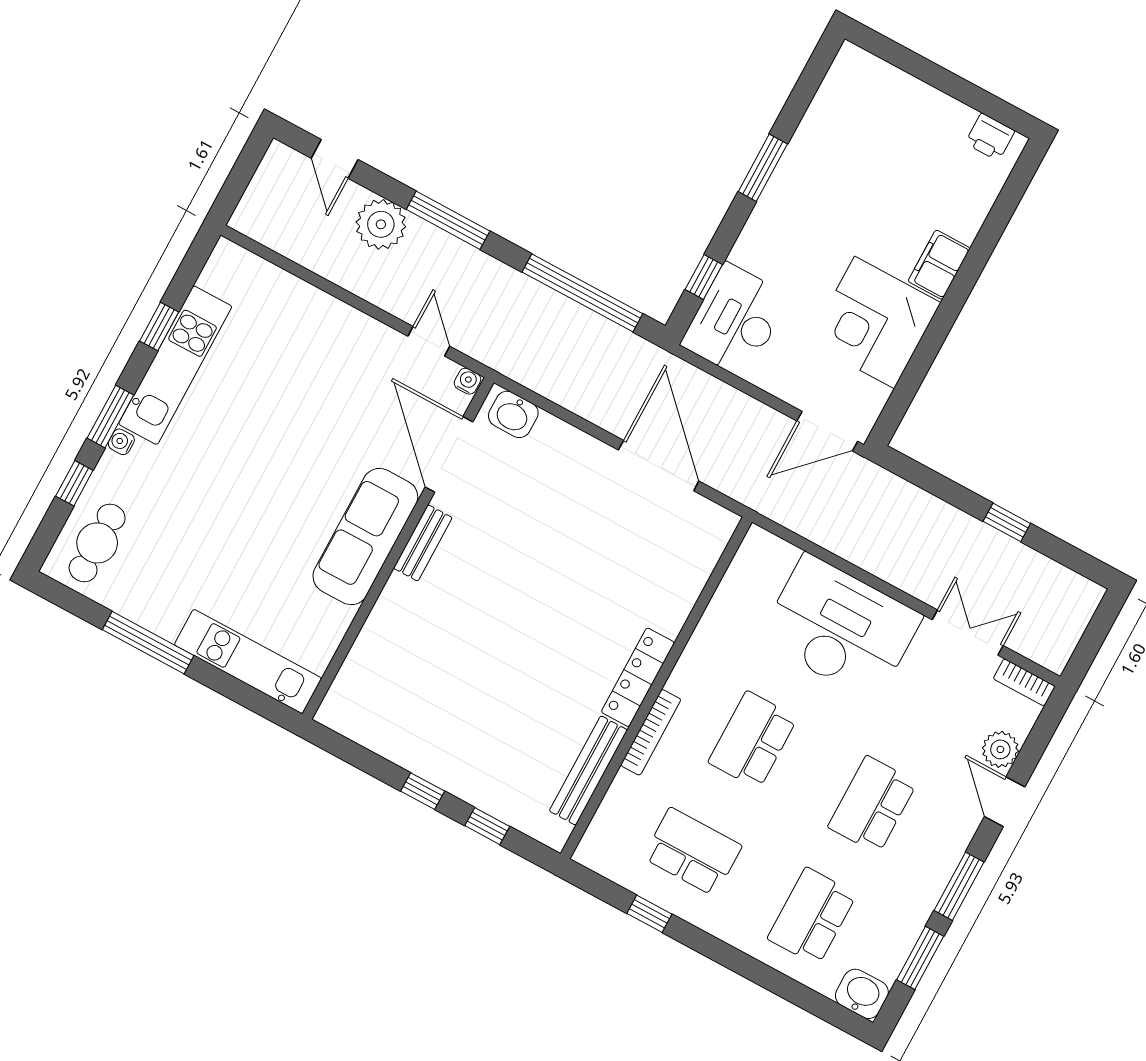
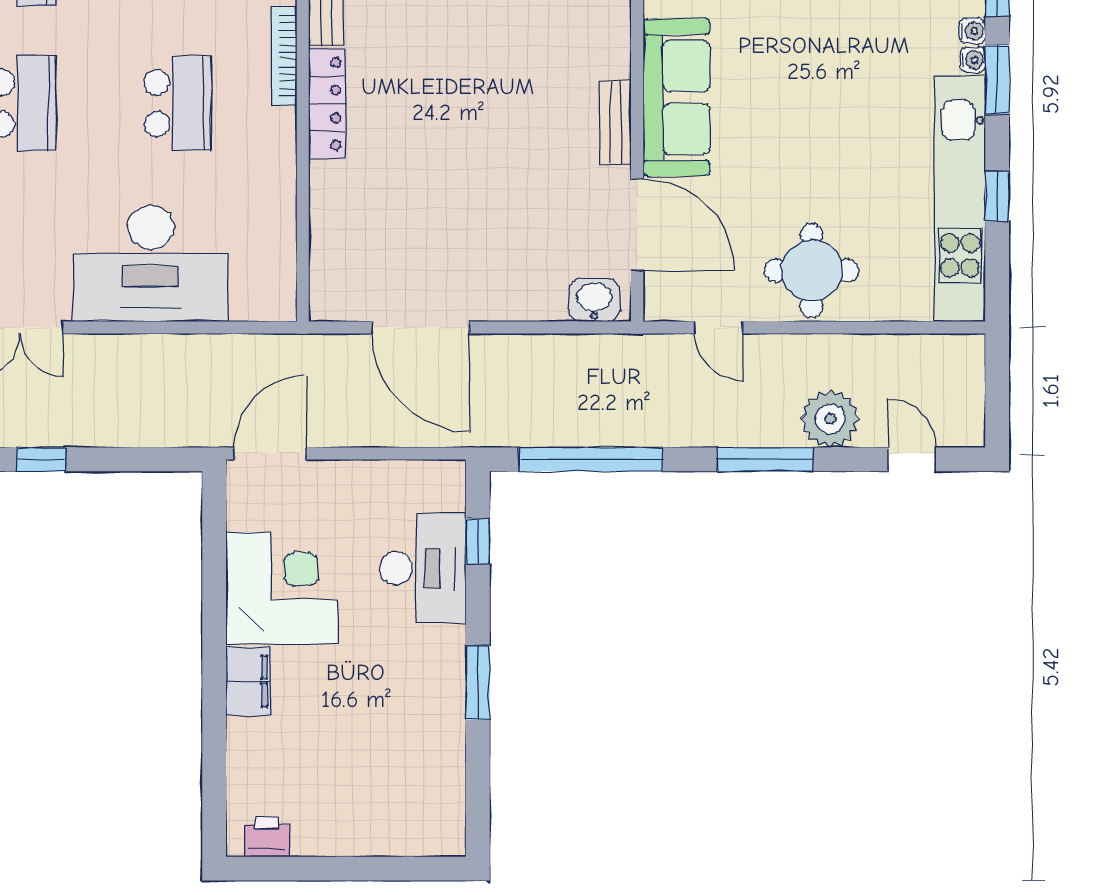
desk: (735, 321) -> (423, 568), moved
round table: (333, 347) -> (812, 270), added
kitchen unit: (175, 365) -> (960, 199), width x1.36
water cooler: (467, 381) -> (972, 31), moved, turned -90

